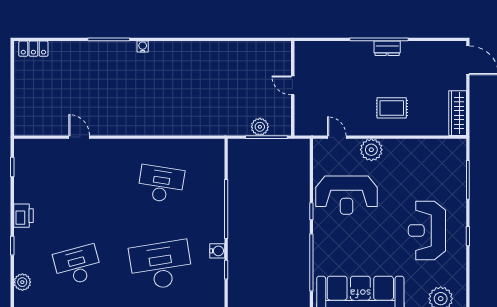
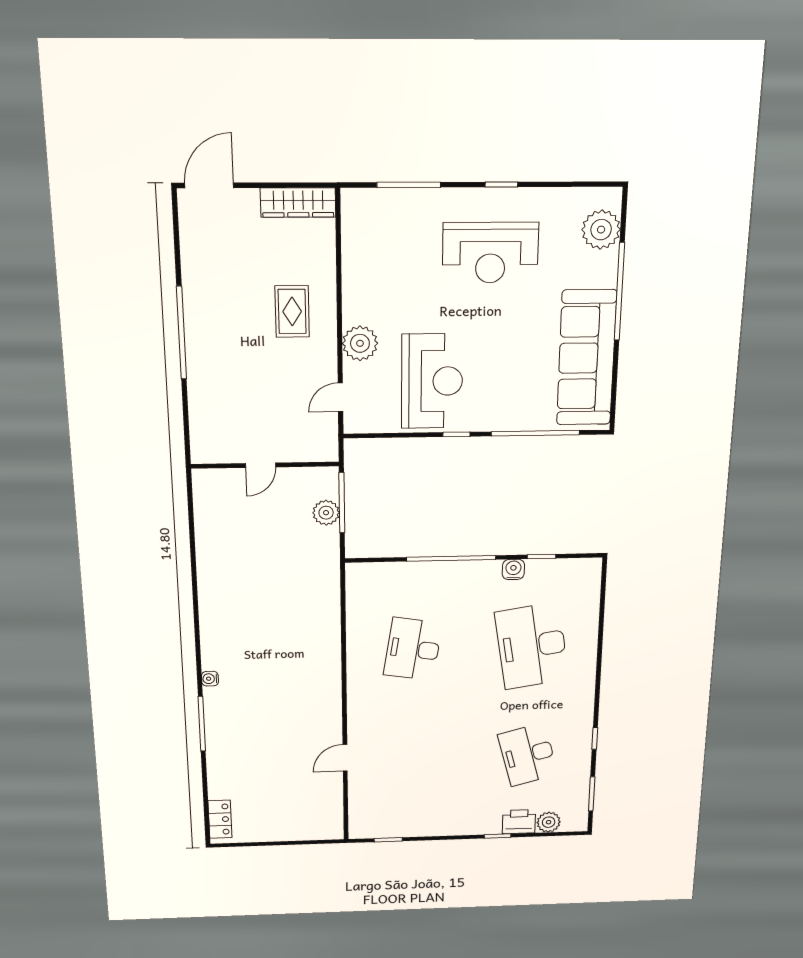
dresser: (387, 48) -> (195, 320), removed
printer: (23, 216) -> (519, 822), moved

